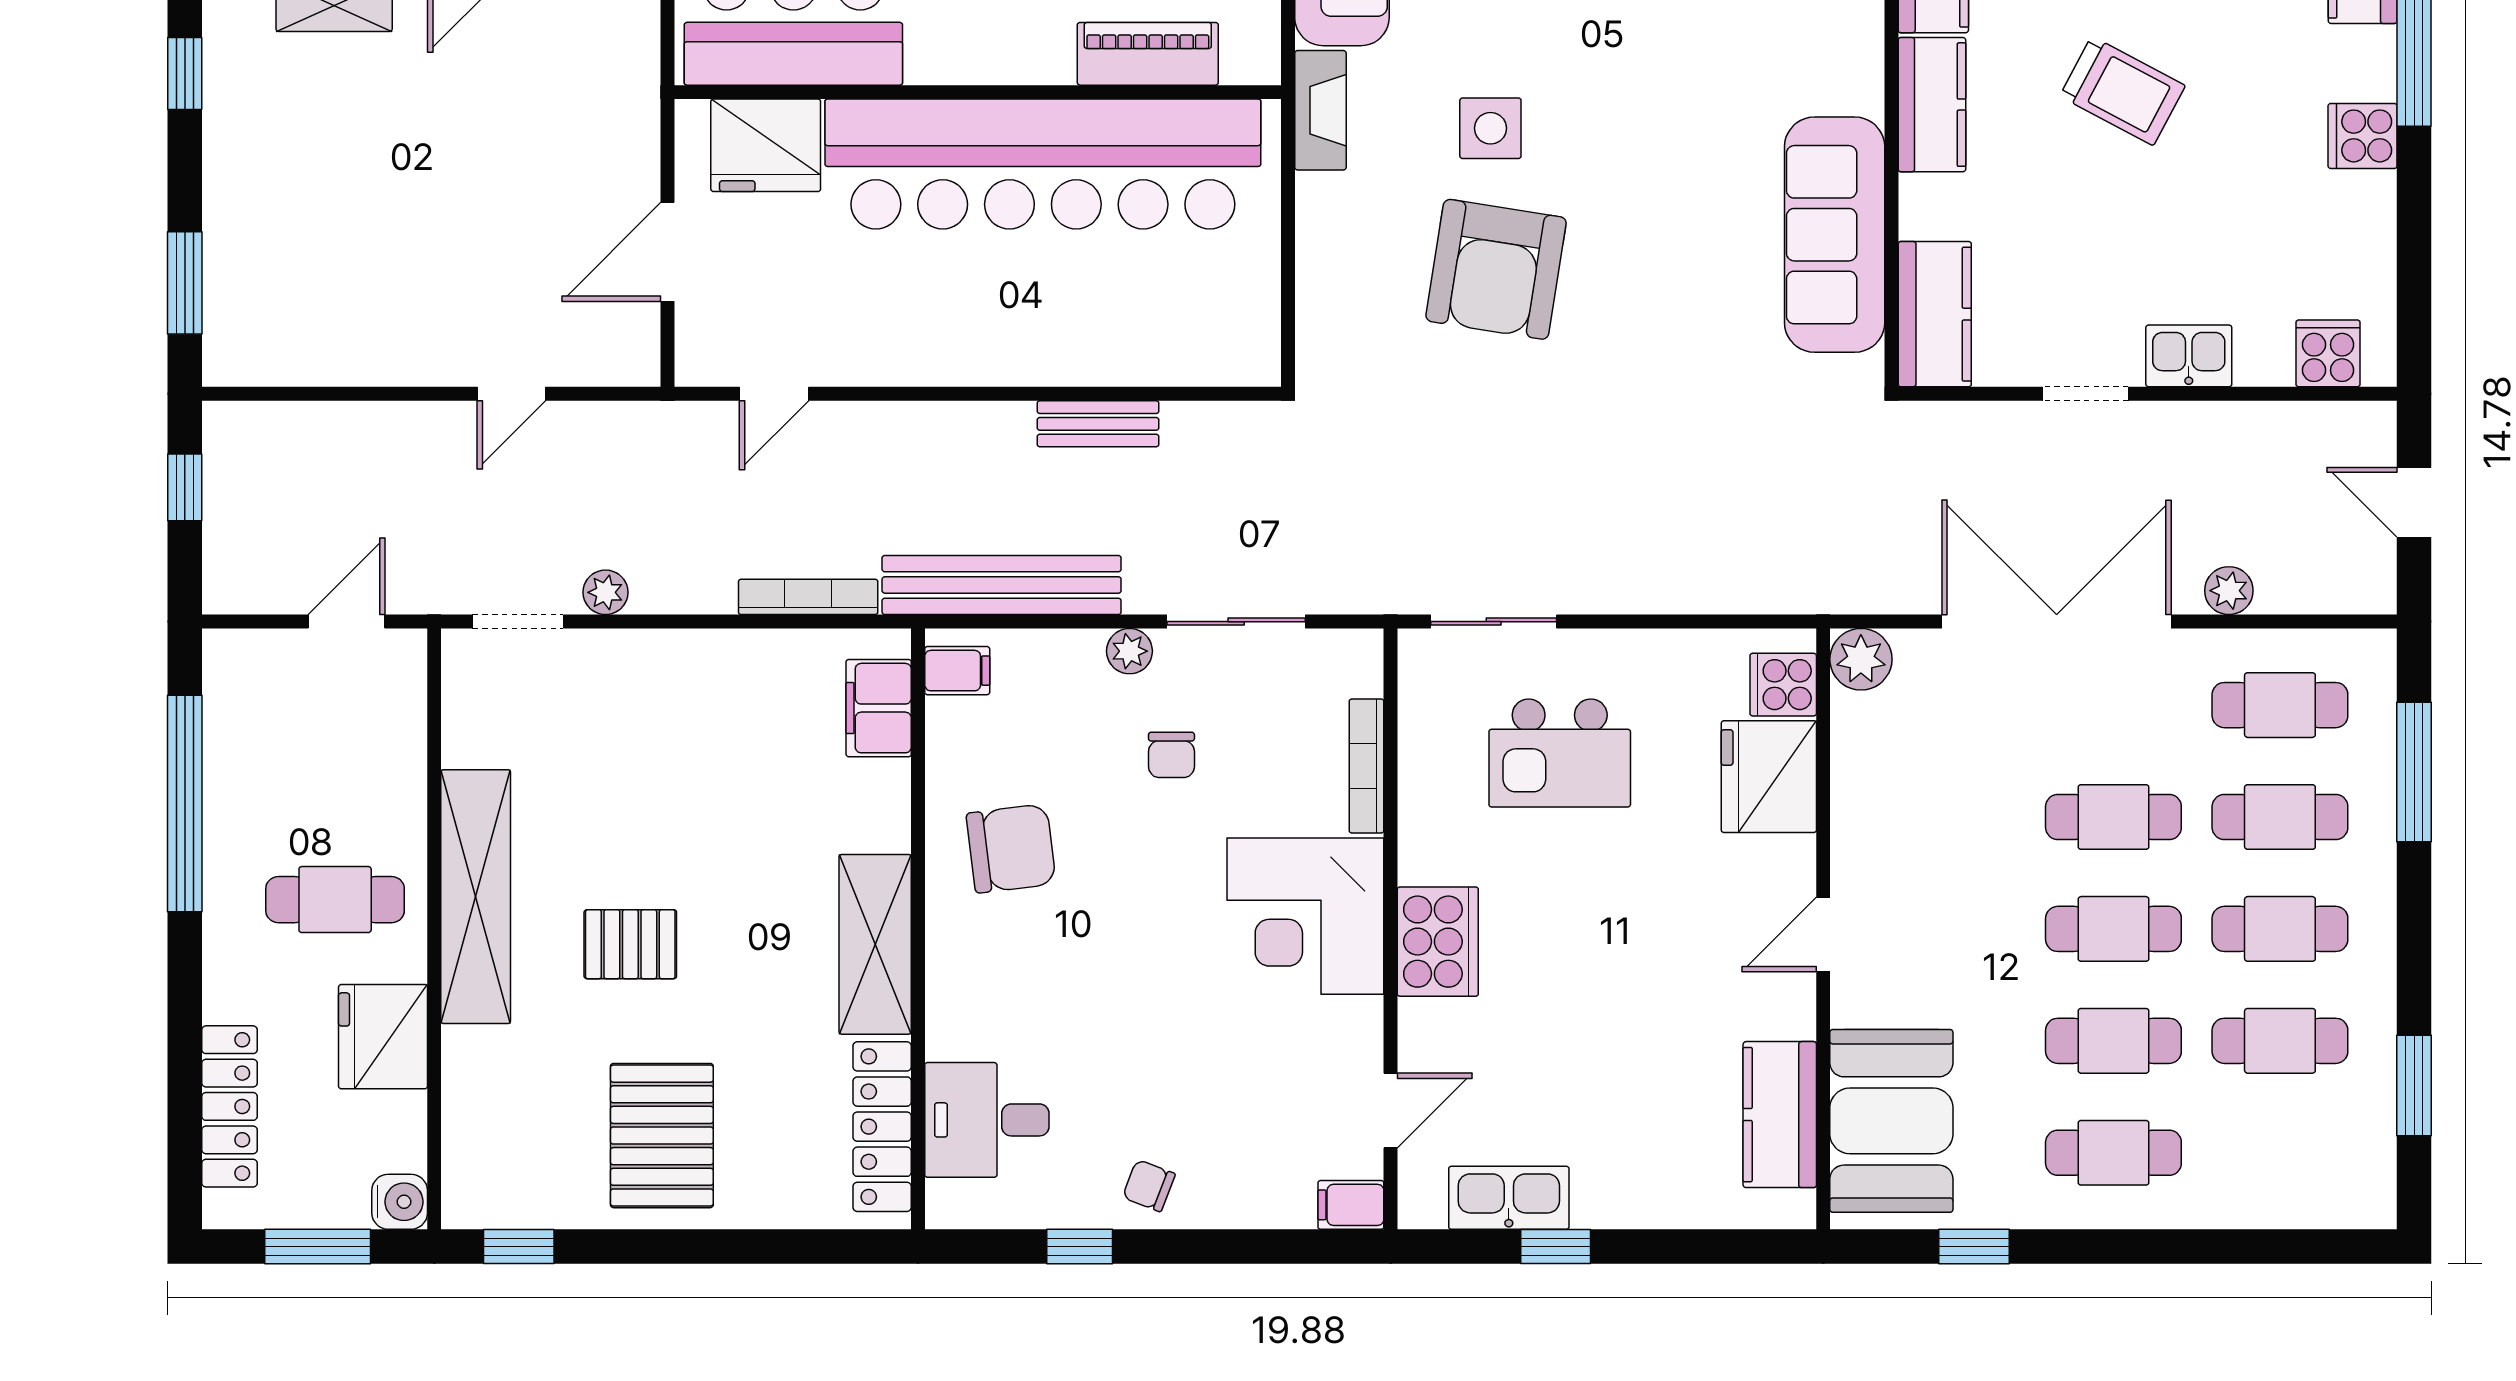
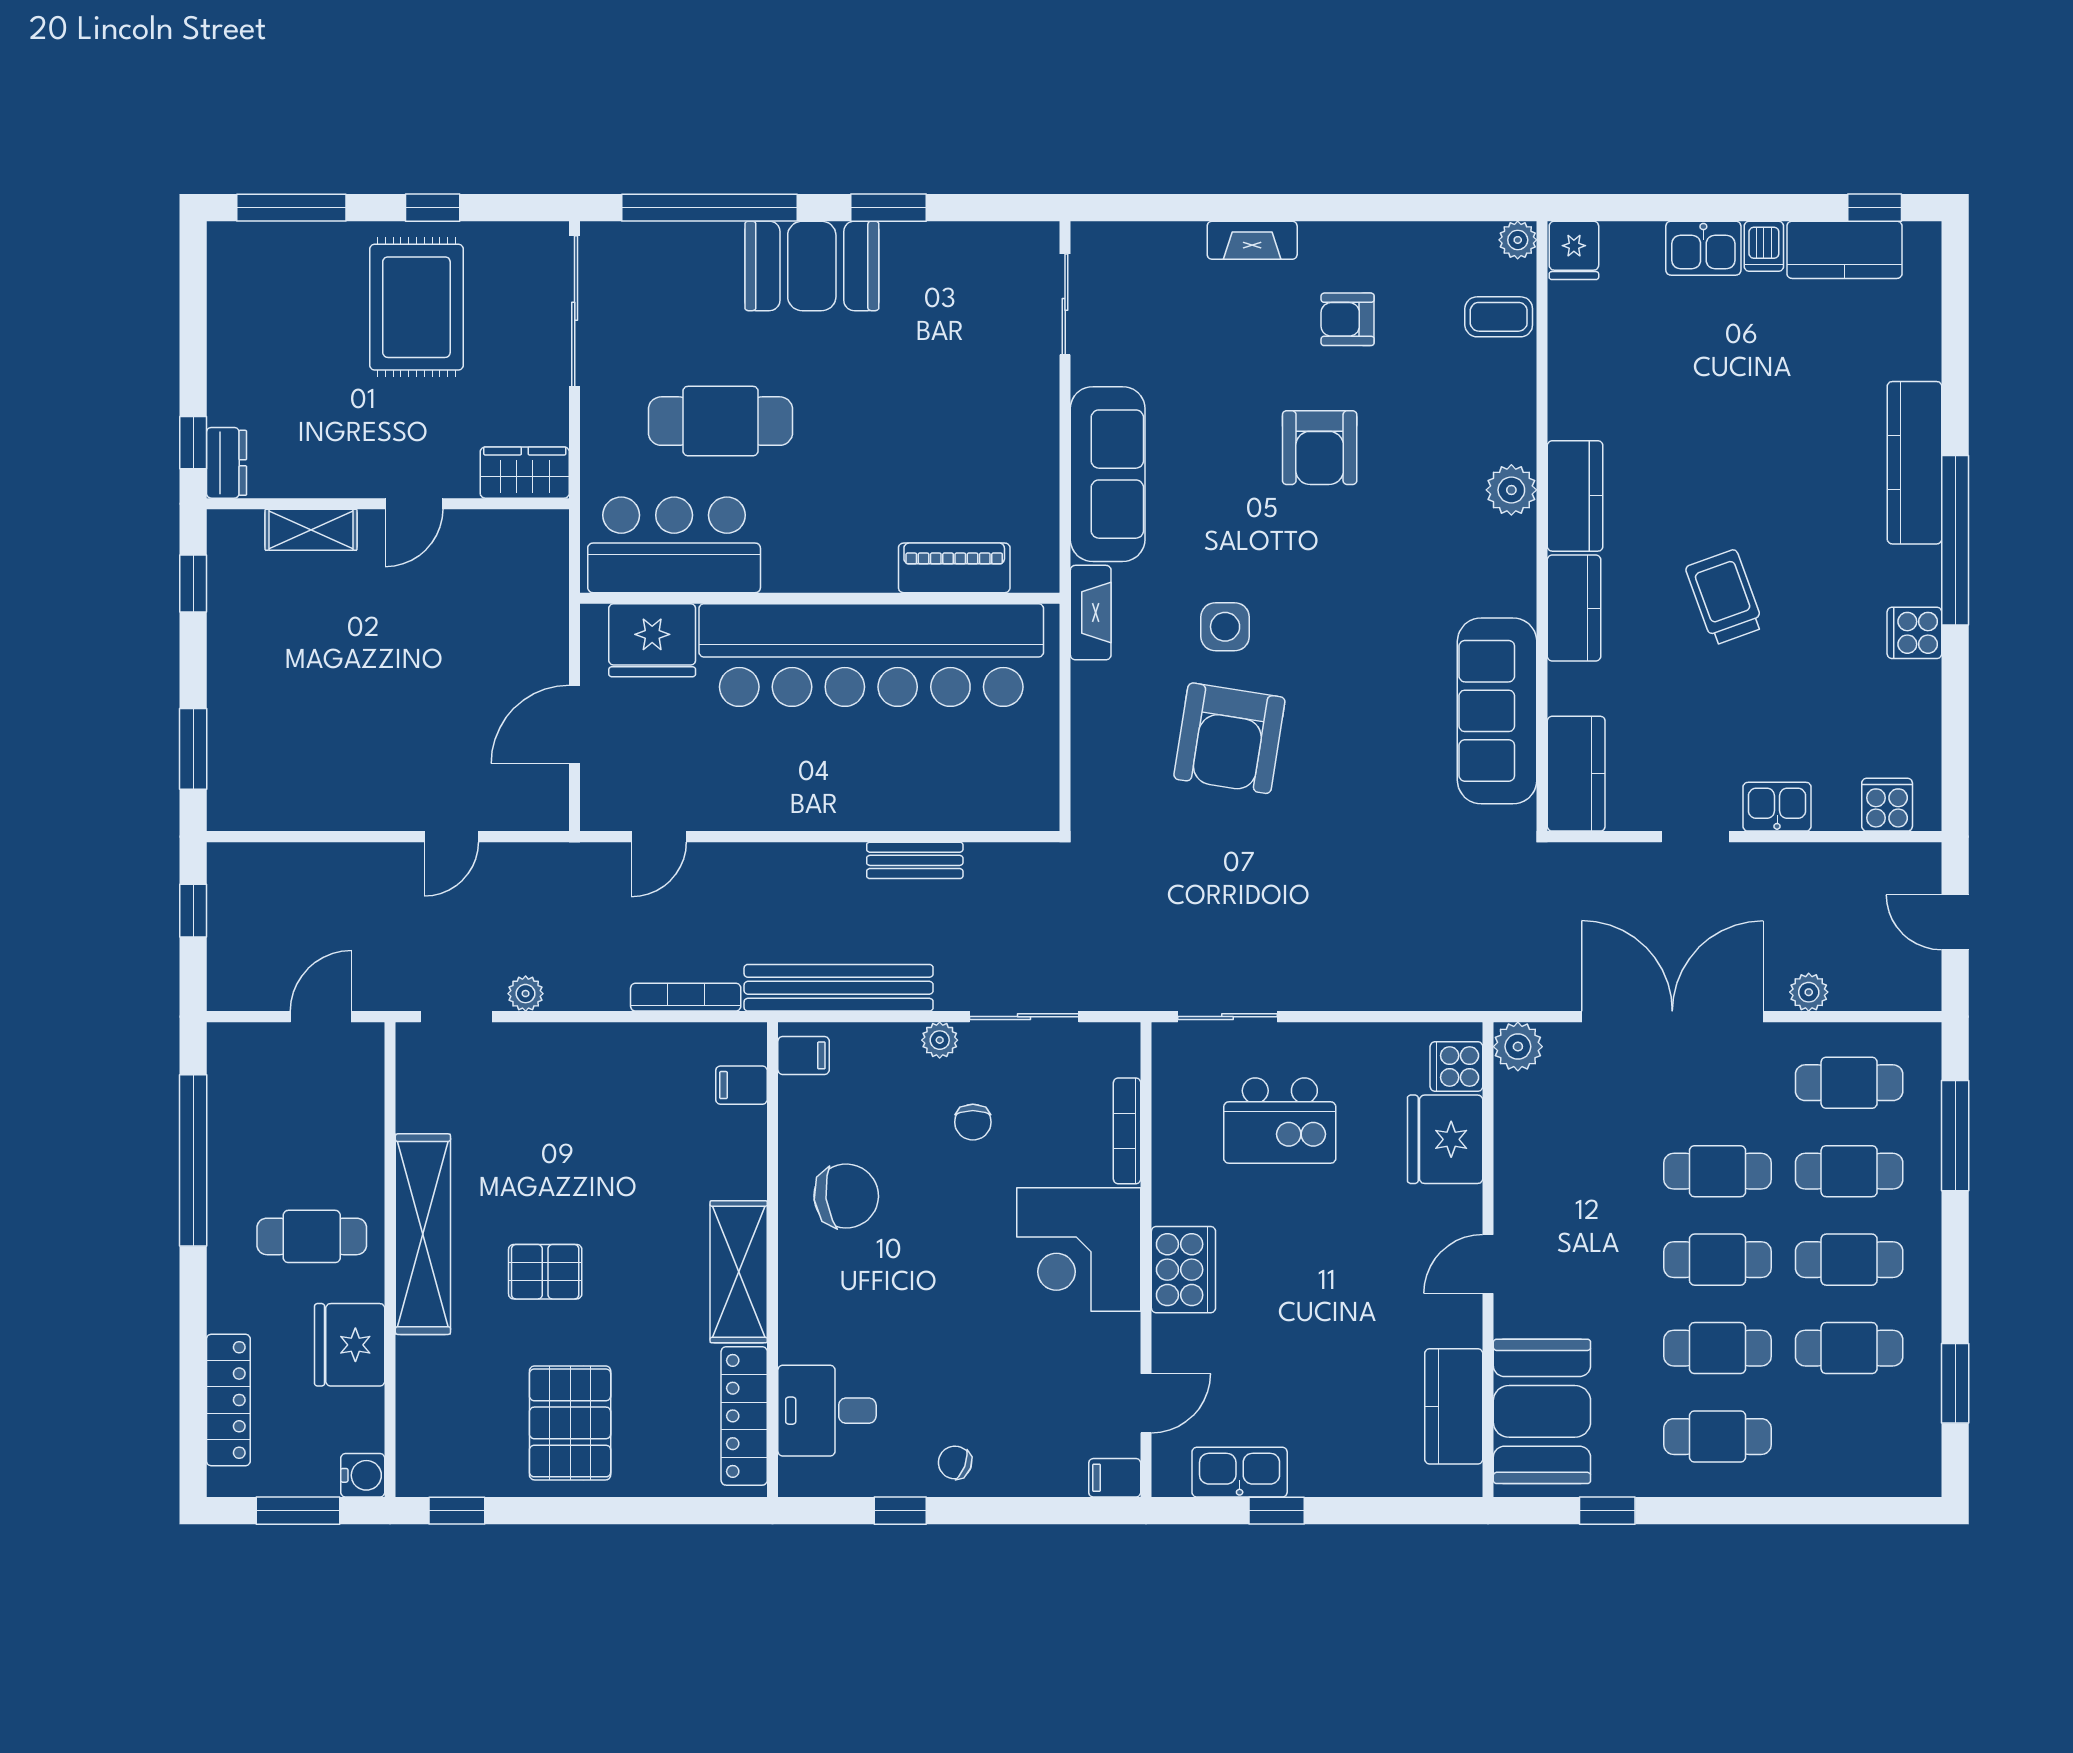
trolley: (2122, 91) -> (1725, 597), turned -138
filing cabinet: (879, 708) -> (741, 1085), width x0.50

